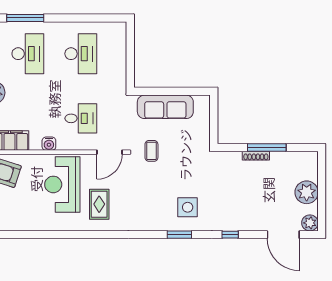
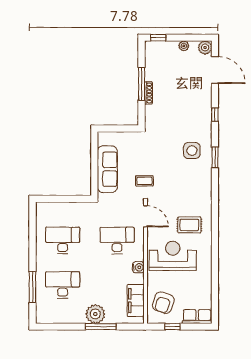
desk: (81, 118) -> (117, 240), width x1.37
window: (322, 167) -> (158, 38), added
reception desk: (62, 184) -> (173, 256), turned 180
plant: (307, 192) -> (184, 46), width x0.53, depth x0.53
door: (283, 235) -> (215, 70), hinge flipped

